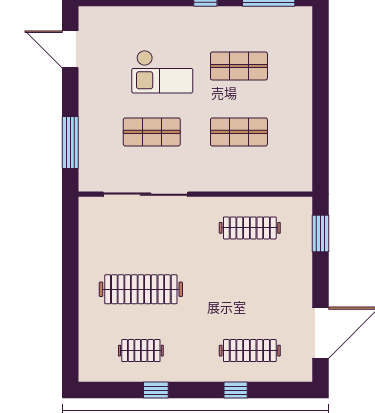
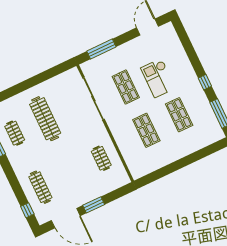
clothes rail: (250, 228) -> (101, 158), width x0.73
window: (320, 233) -> (94, 205), moved
window: (236, 390) -> (27, 210), moved

